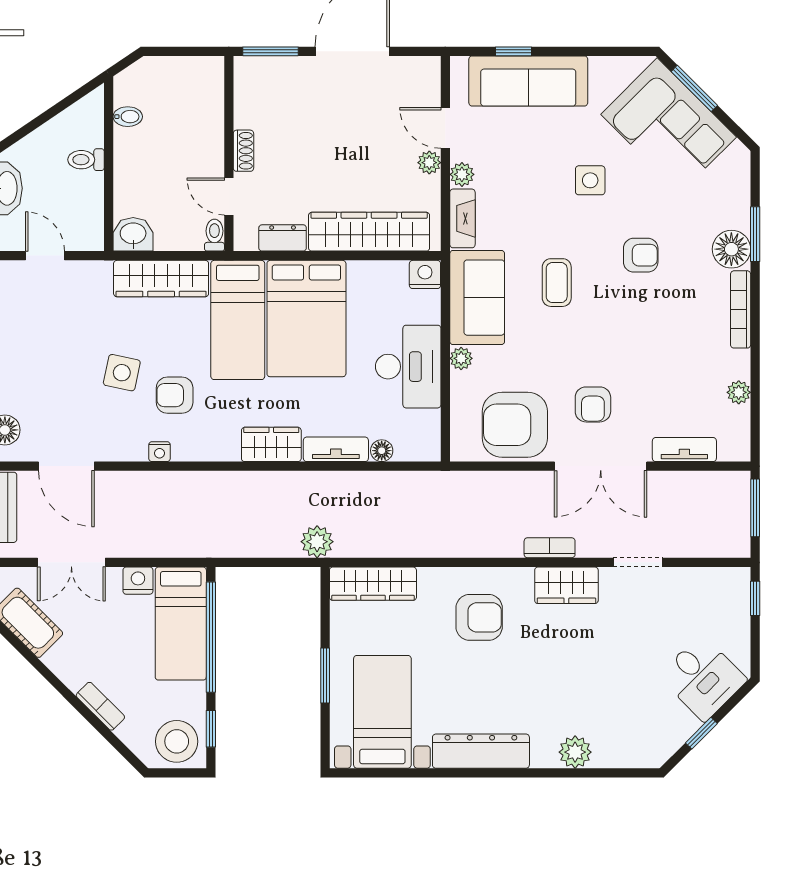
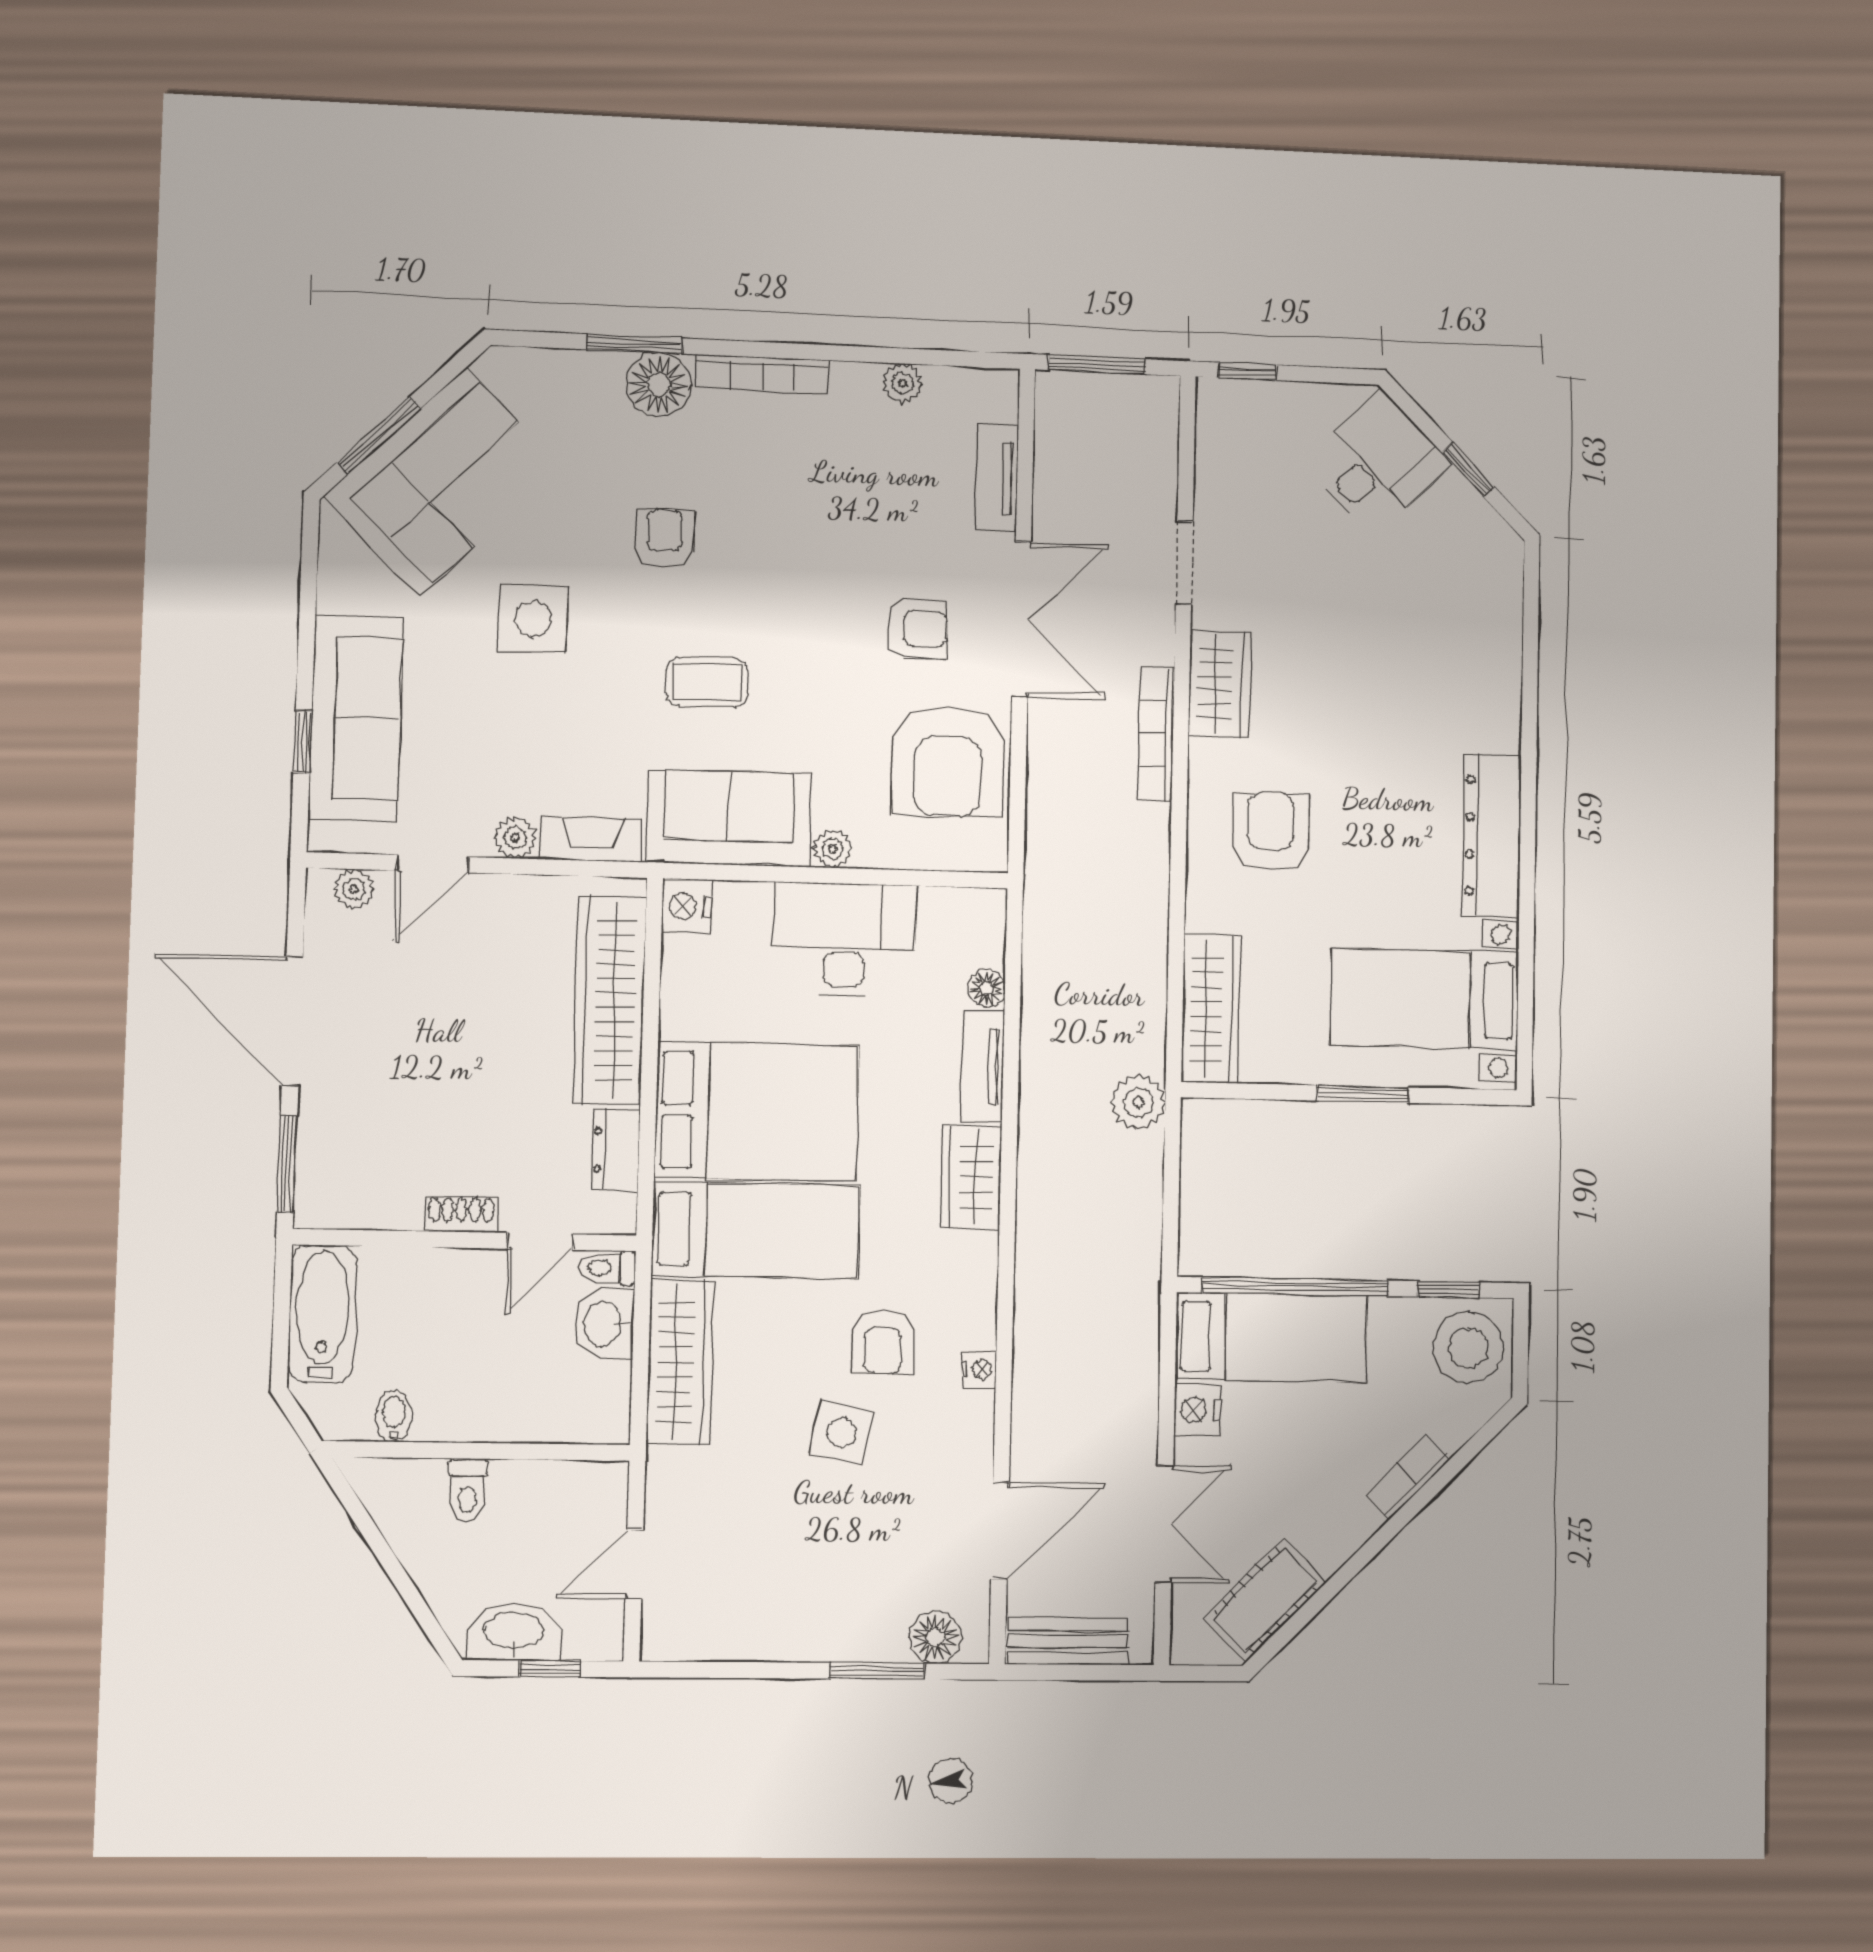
bathtub: (185, 74) -> (322, 1314), added
plant: (429, 163) -> (354, 889), moved
side table: (590, 180) -> (533, 619), width x1.37, depth x1.37
washbasin: (133, 234) -> (604, 1324), moved
bookcase: (550, 548) -> (1156, 734), width x1.56
plant: (575, 752) -> (1496, 679), removed

